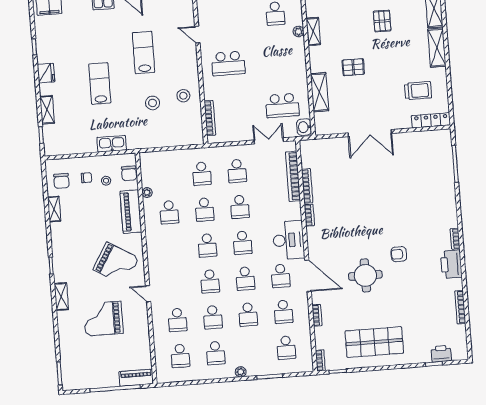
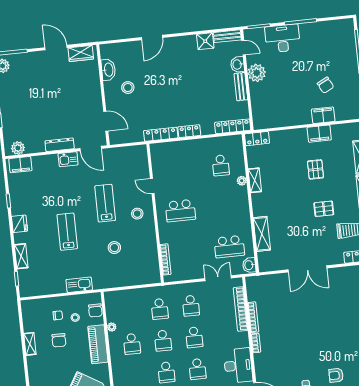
pallet: (353, 67) -> (324, 209), moved
stool: (183, 96) -> (137, 214), moved
chair: (61, 181) -> (59, 340), moved

